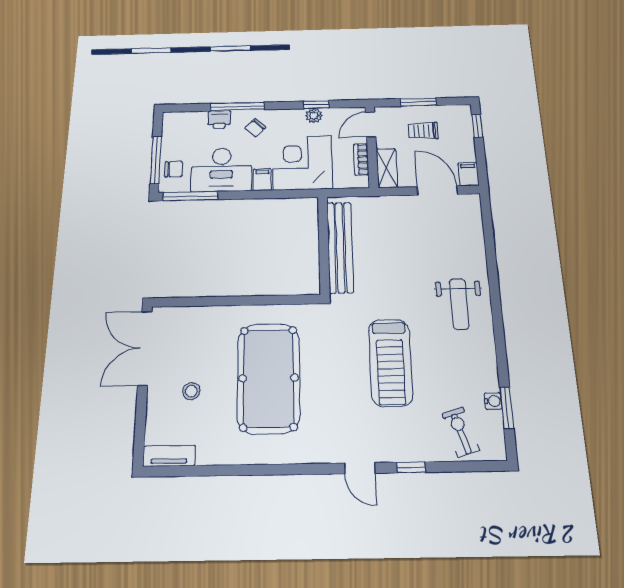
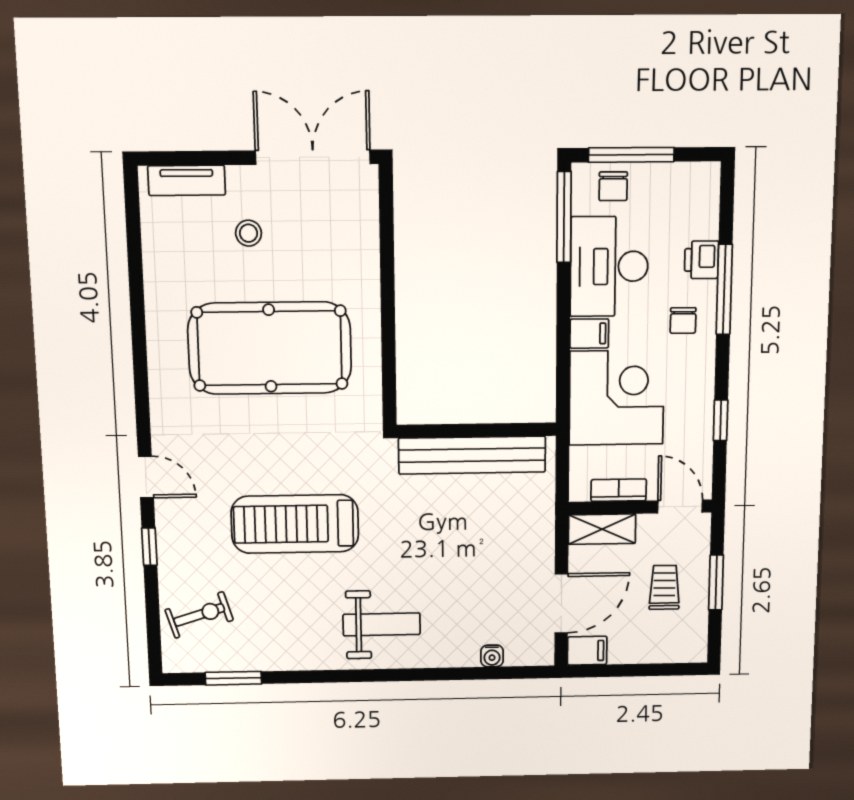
plant: (314, 116) -> (700, 416), removed
window: (477, 126) -> (669, 669), removed
chair: (255, 128) -> (683, 320), turned -134
weight bench: (459, 304) -> (382, 624), turned 180
water cooler: (493, 401) -> (492, 656), moved
tv unit: (169, 456) -> (187, 180), moved, turned 90
door: (360, 468) -> (146, 477), swing flipped

